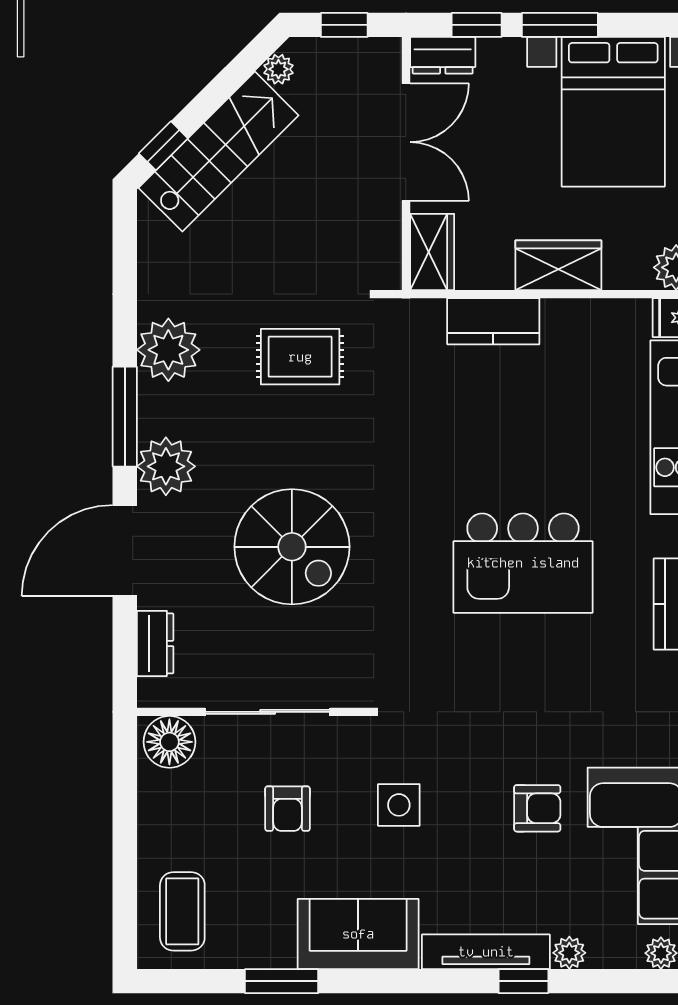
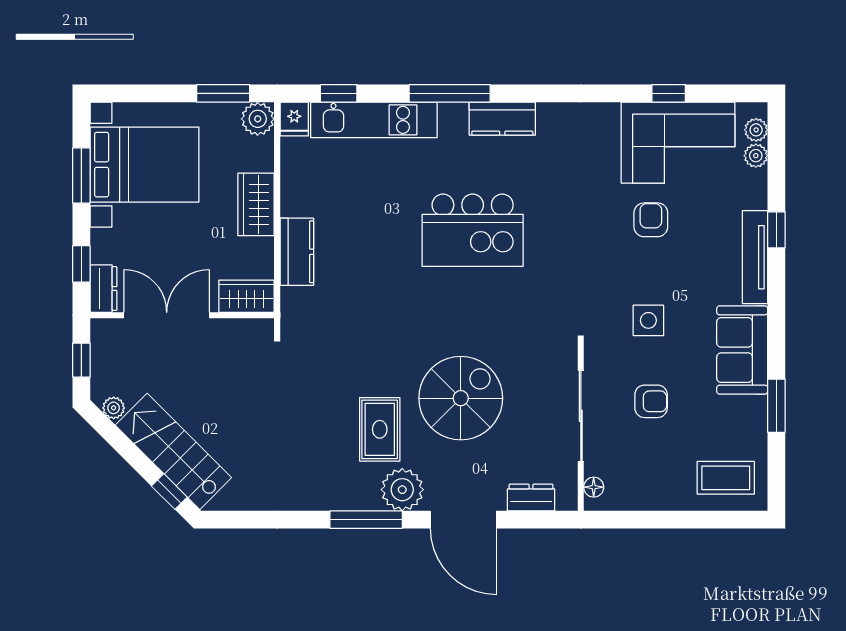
window: (560, 25) -> (81, 176), moved
plant: (168, 350) -> (318, 488), removed
rug: (300, 357) -> (380, 429), moved
kitchen island: (523, 563) -> (473, 230), turned 90
floor lamp: (169, 742) -> (594, 487), width x0.53, depth x0.53
plant: (569, 953) -> (756, 156), moved

